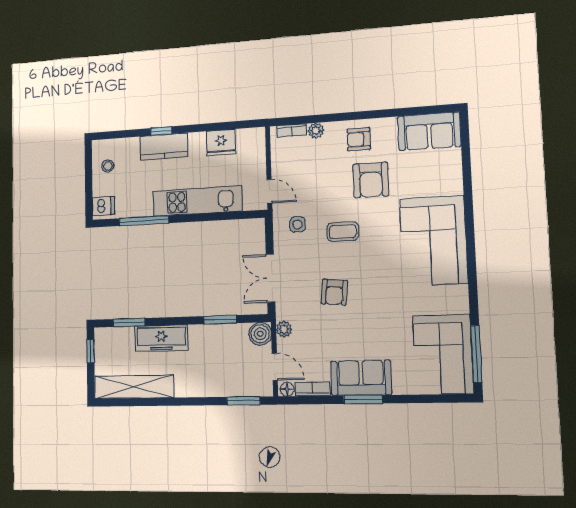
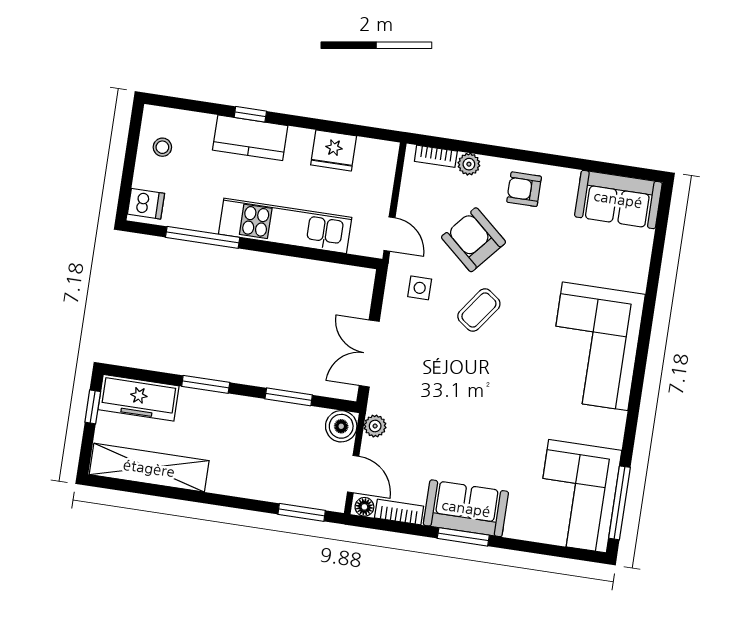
armchair: (371, 180) -> (473, 240), moved, turned 131
coffee table: (343, 232) -> (479, 310), turned -54
armchair: (334, 292) -> (452, 389), removed
window: (129, 323) -> (206, 384), moved
freezer: (161, 338) -> (139, 398), moved

